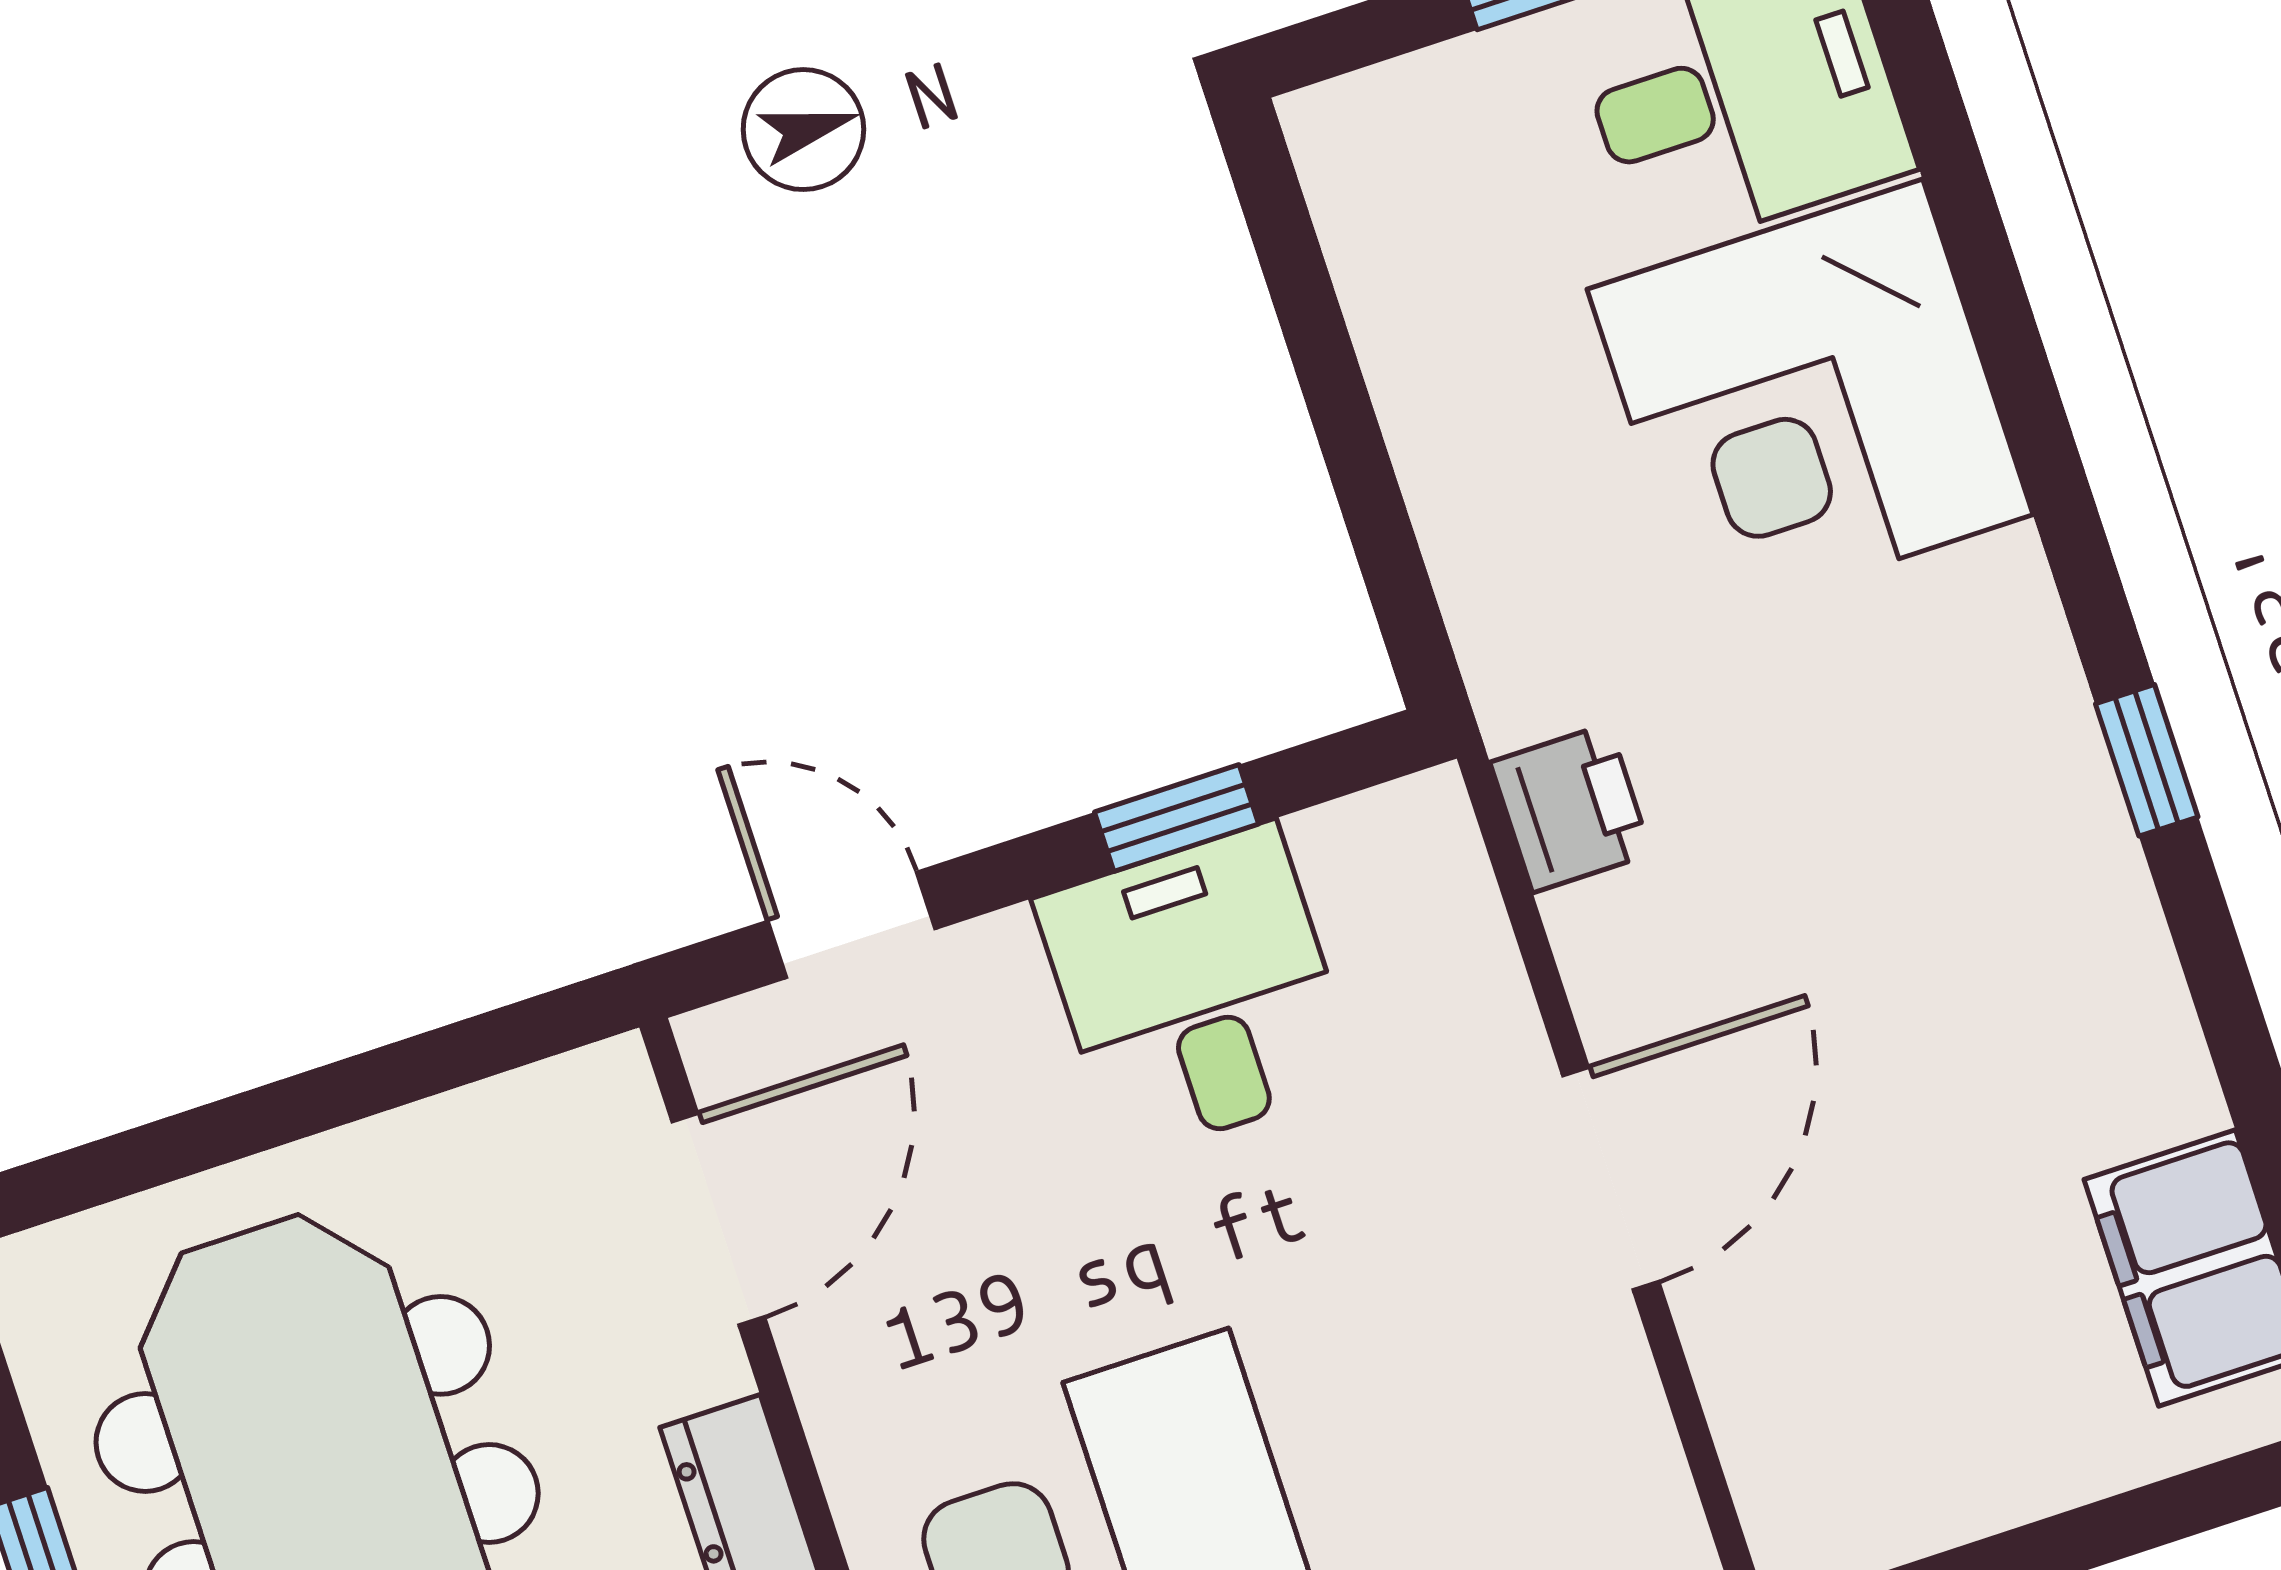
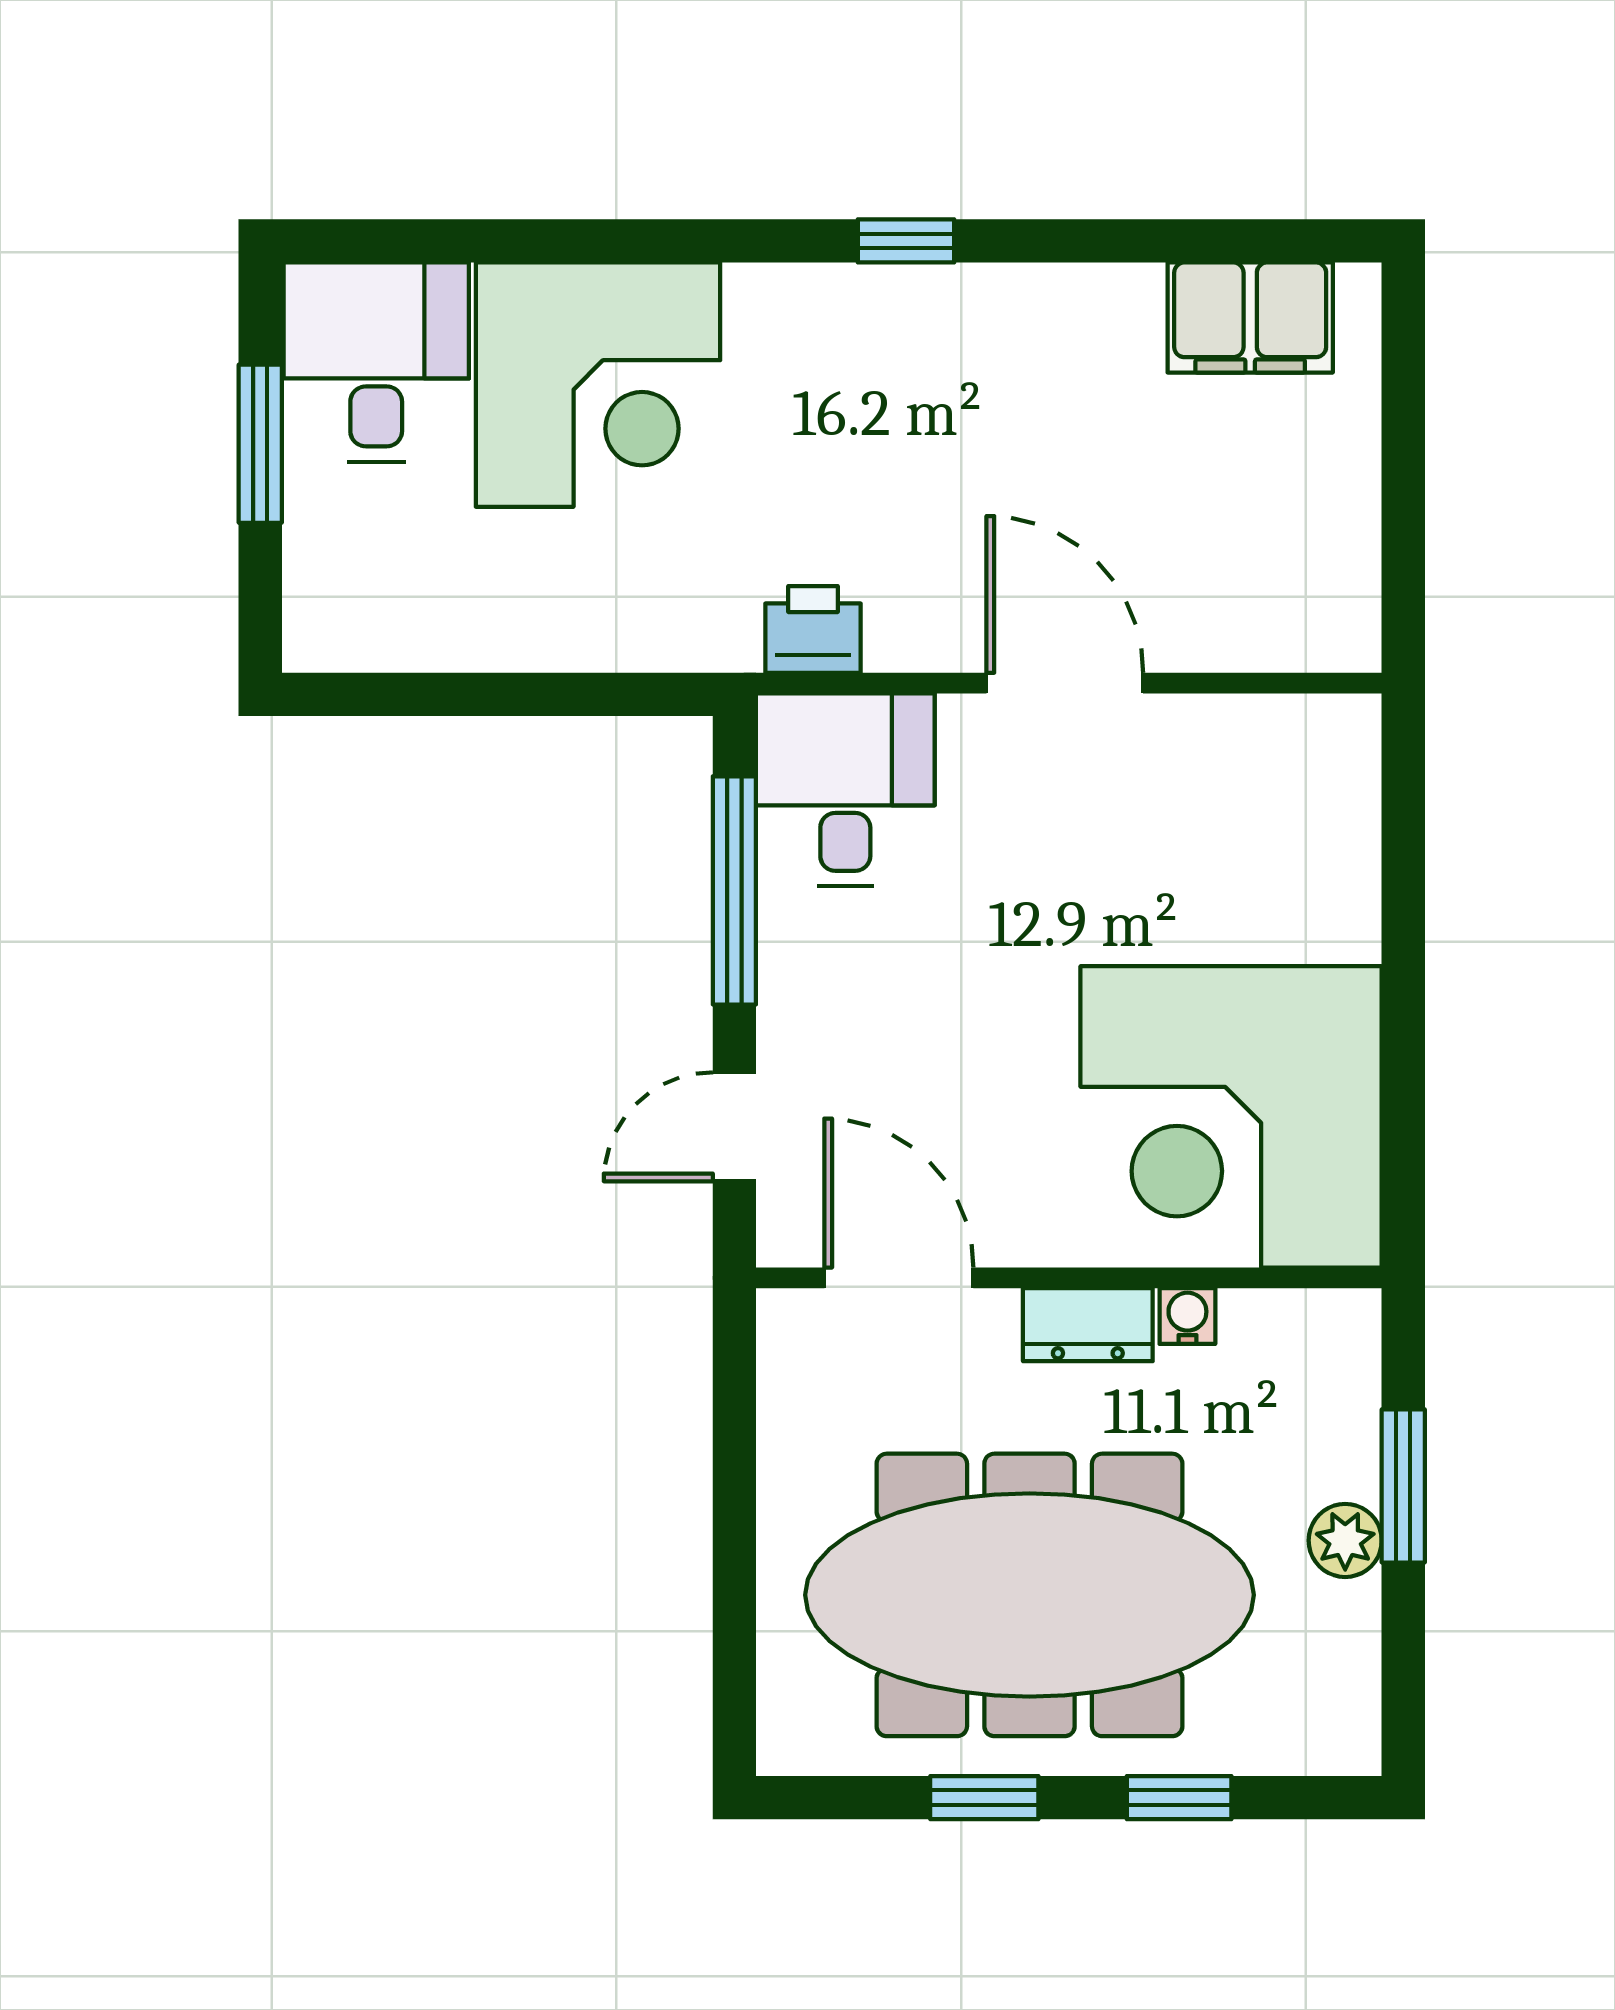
window: (1176, 818) -> (734, 890), width x2.17
desk: (1197, 991) -> (845, 790), moved, turned 90

